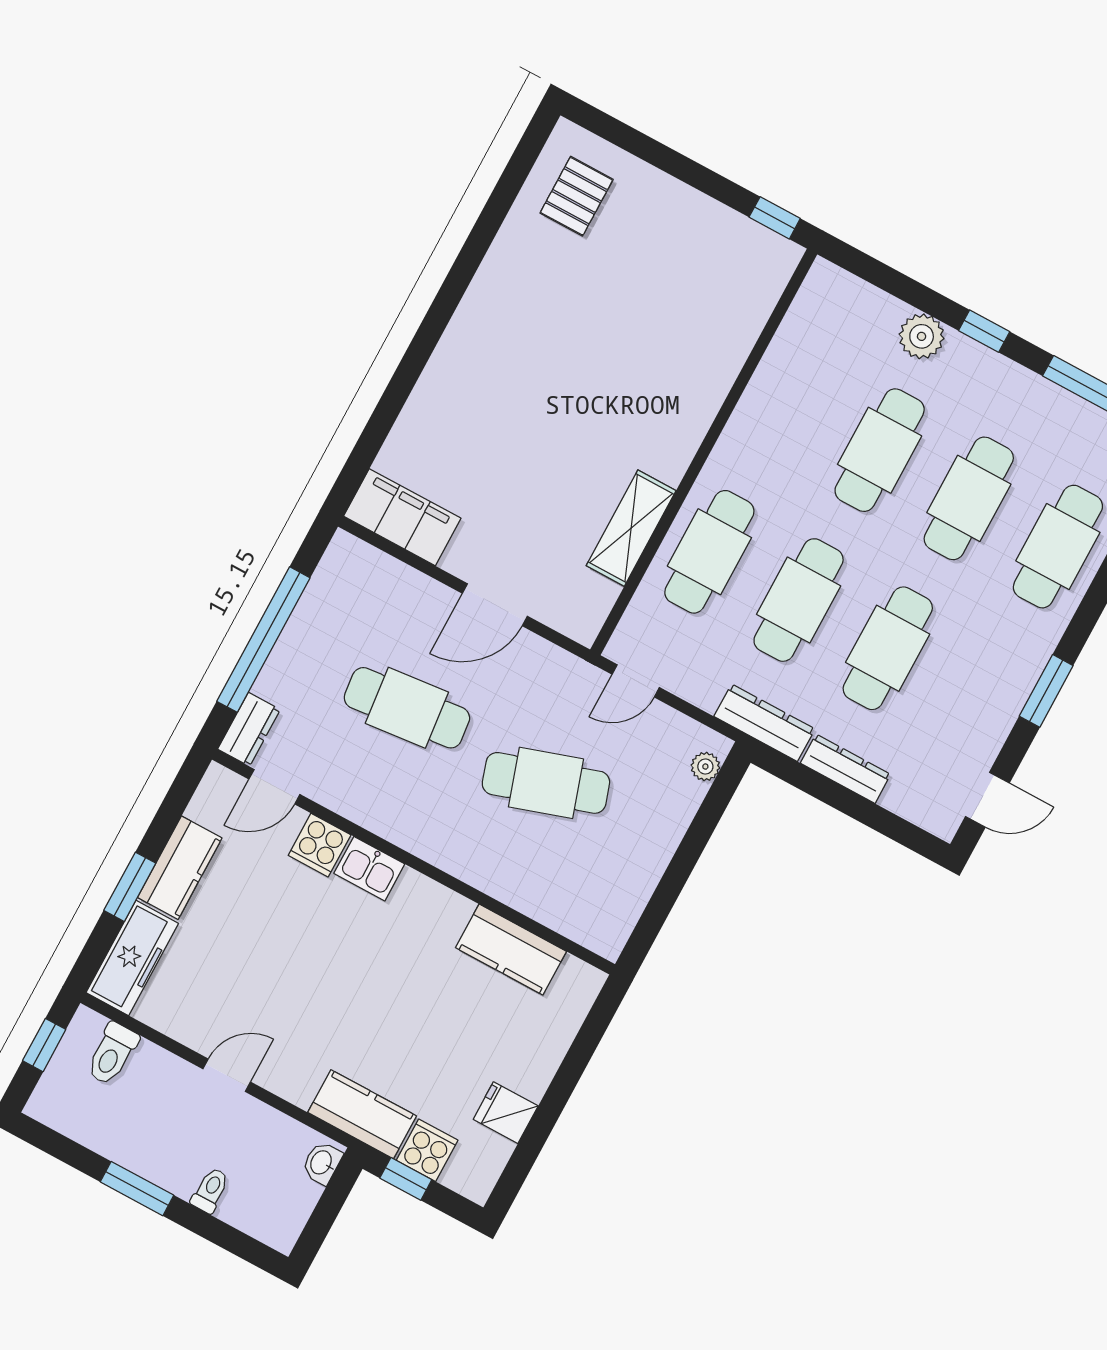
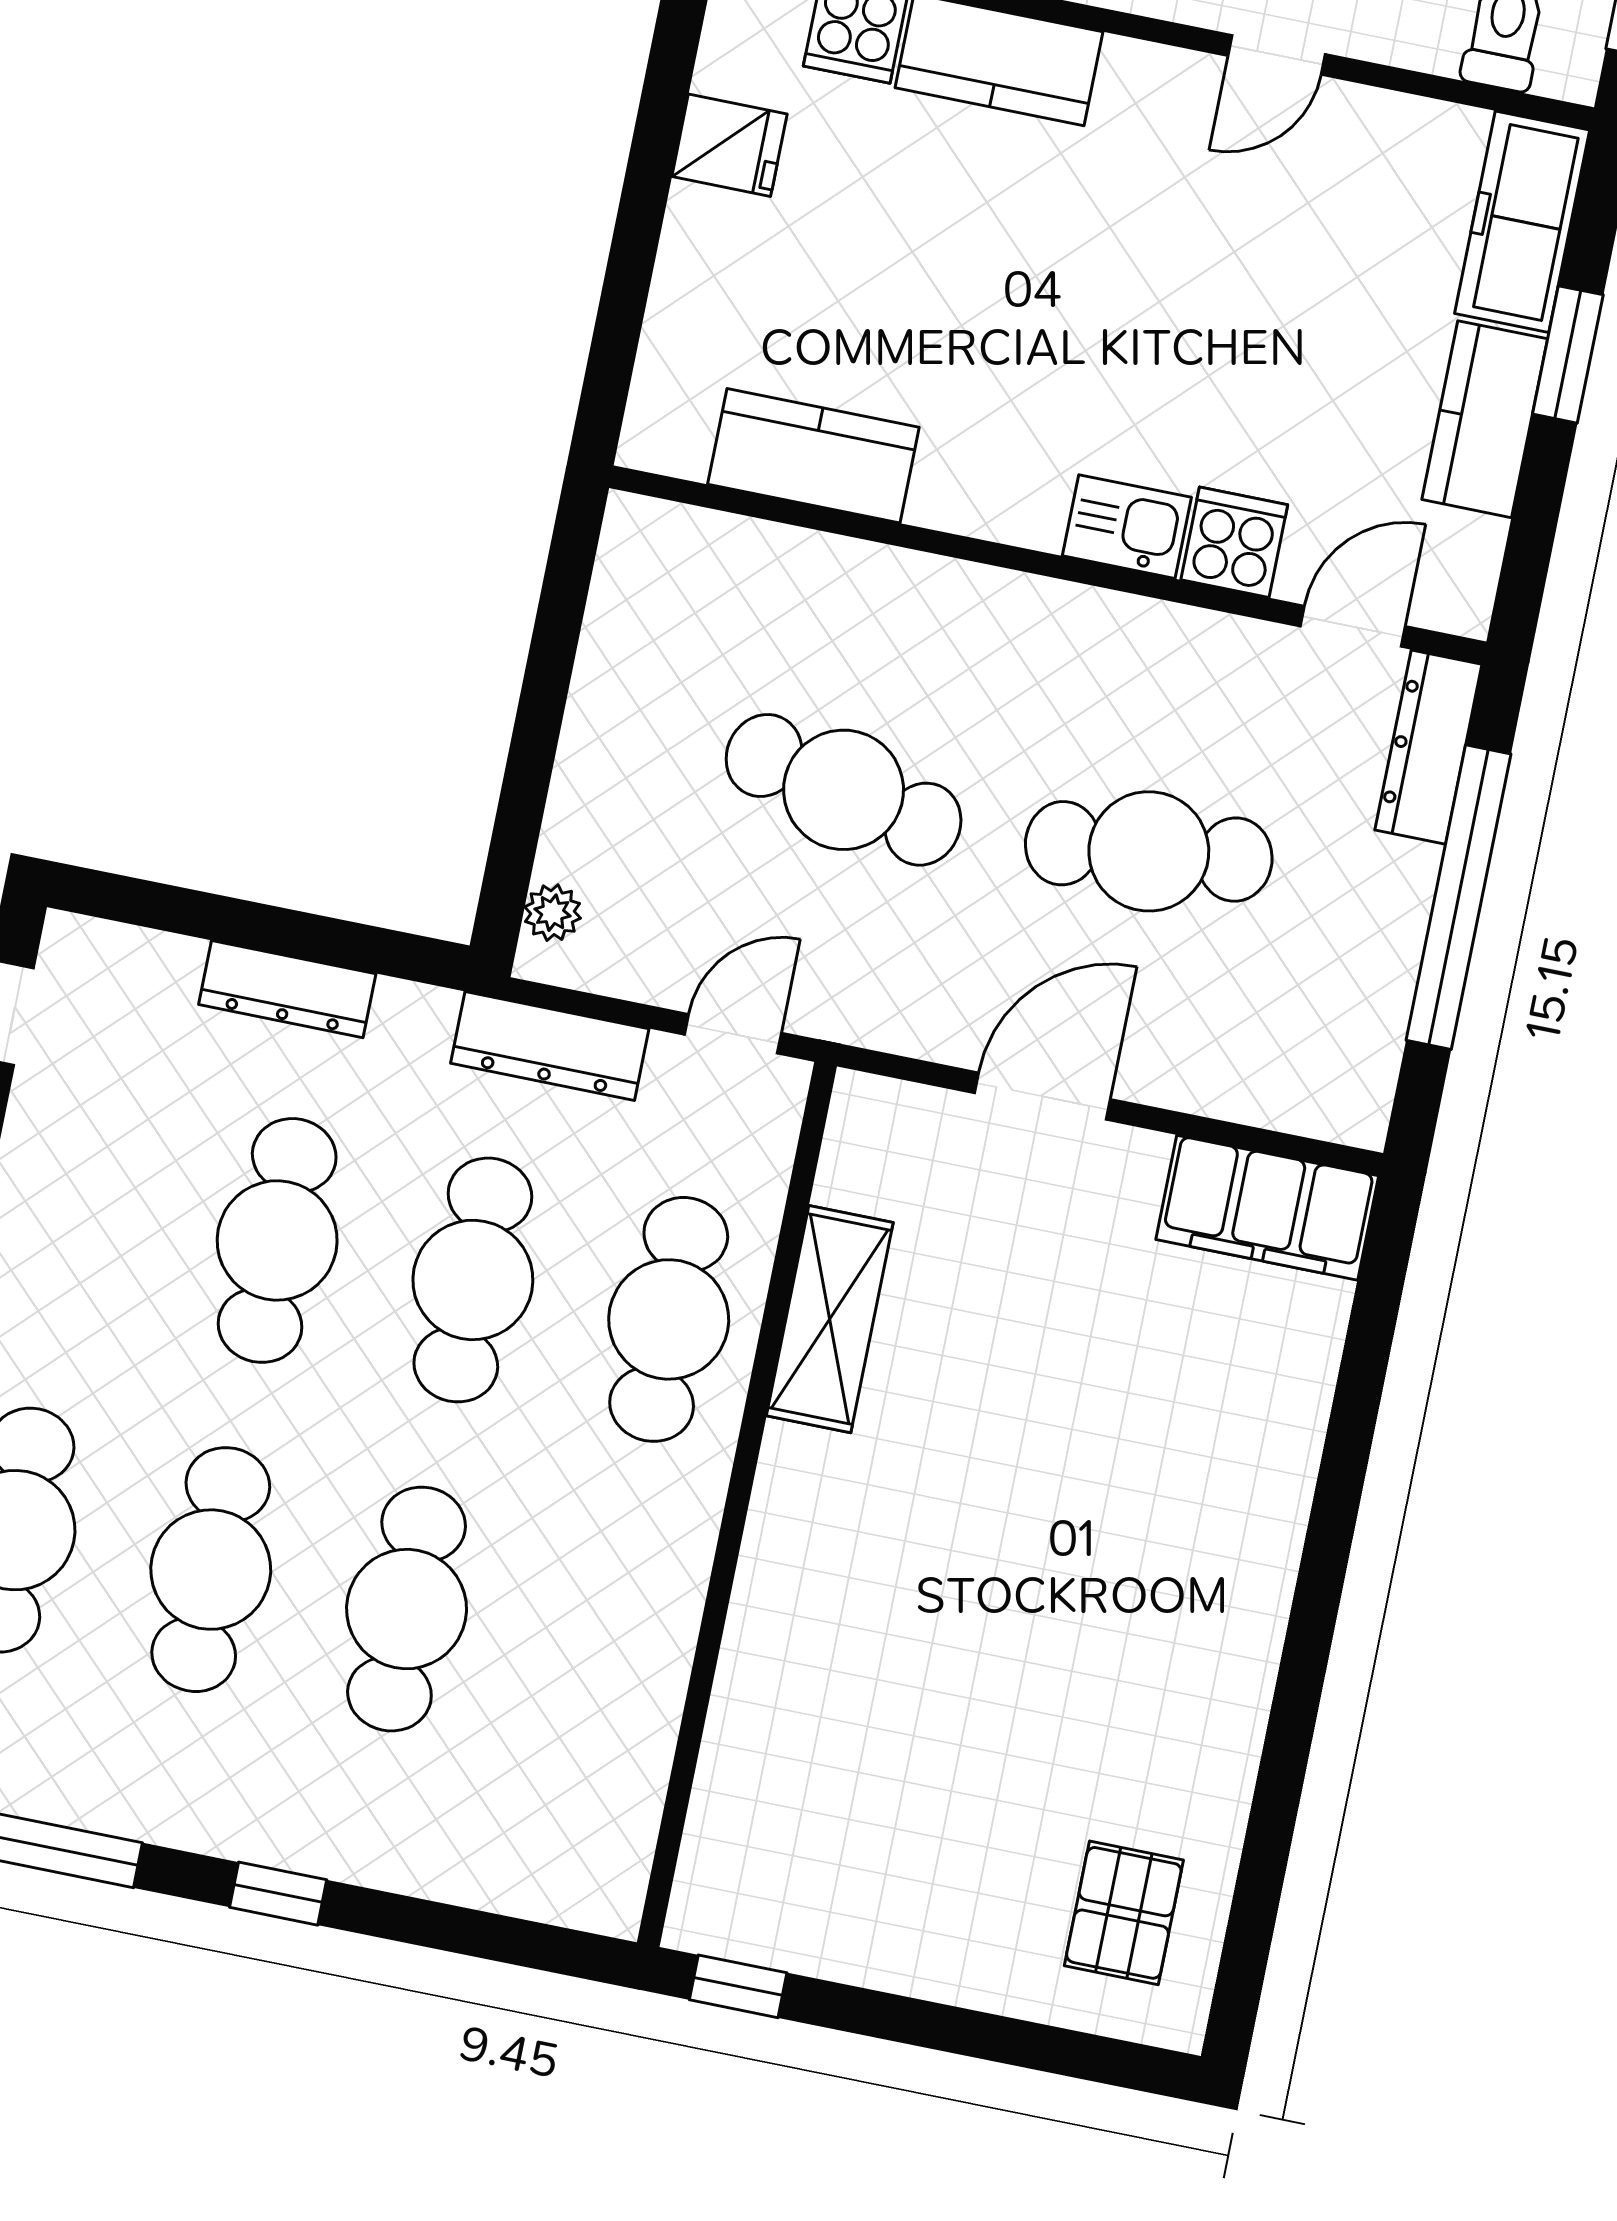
plant: (922, 336) -> (393, 1848), removed
dresser: (764, 723) -> (550, 1046), moved
dresser: (249, 729) -> (1428, 747), width x1.44
cafe table: (546, 783) -> (844, 790), turned 30

